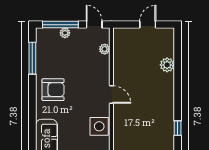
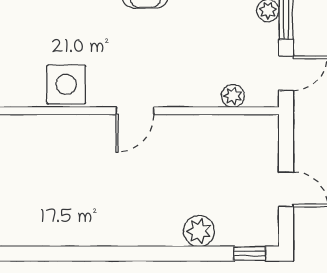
window: (178, 128) -> (250, 254), moved

